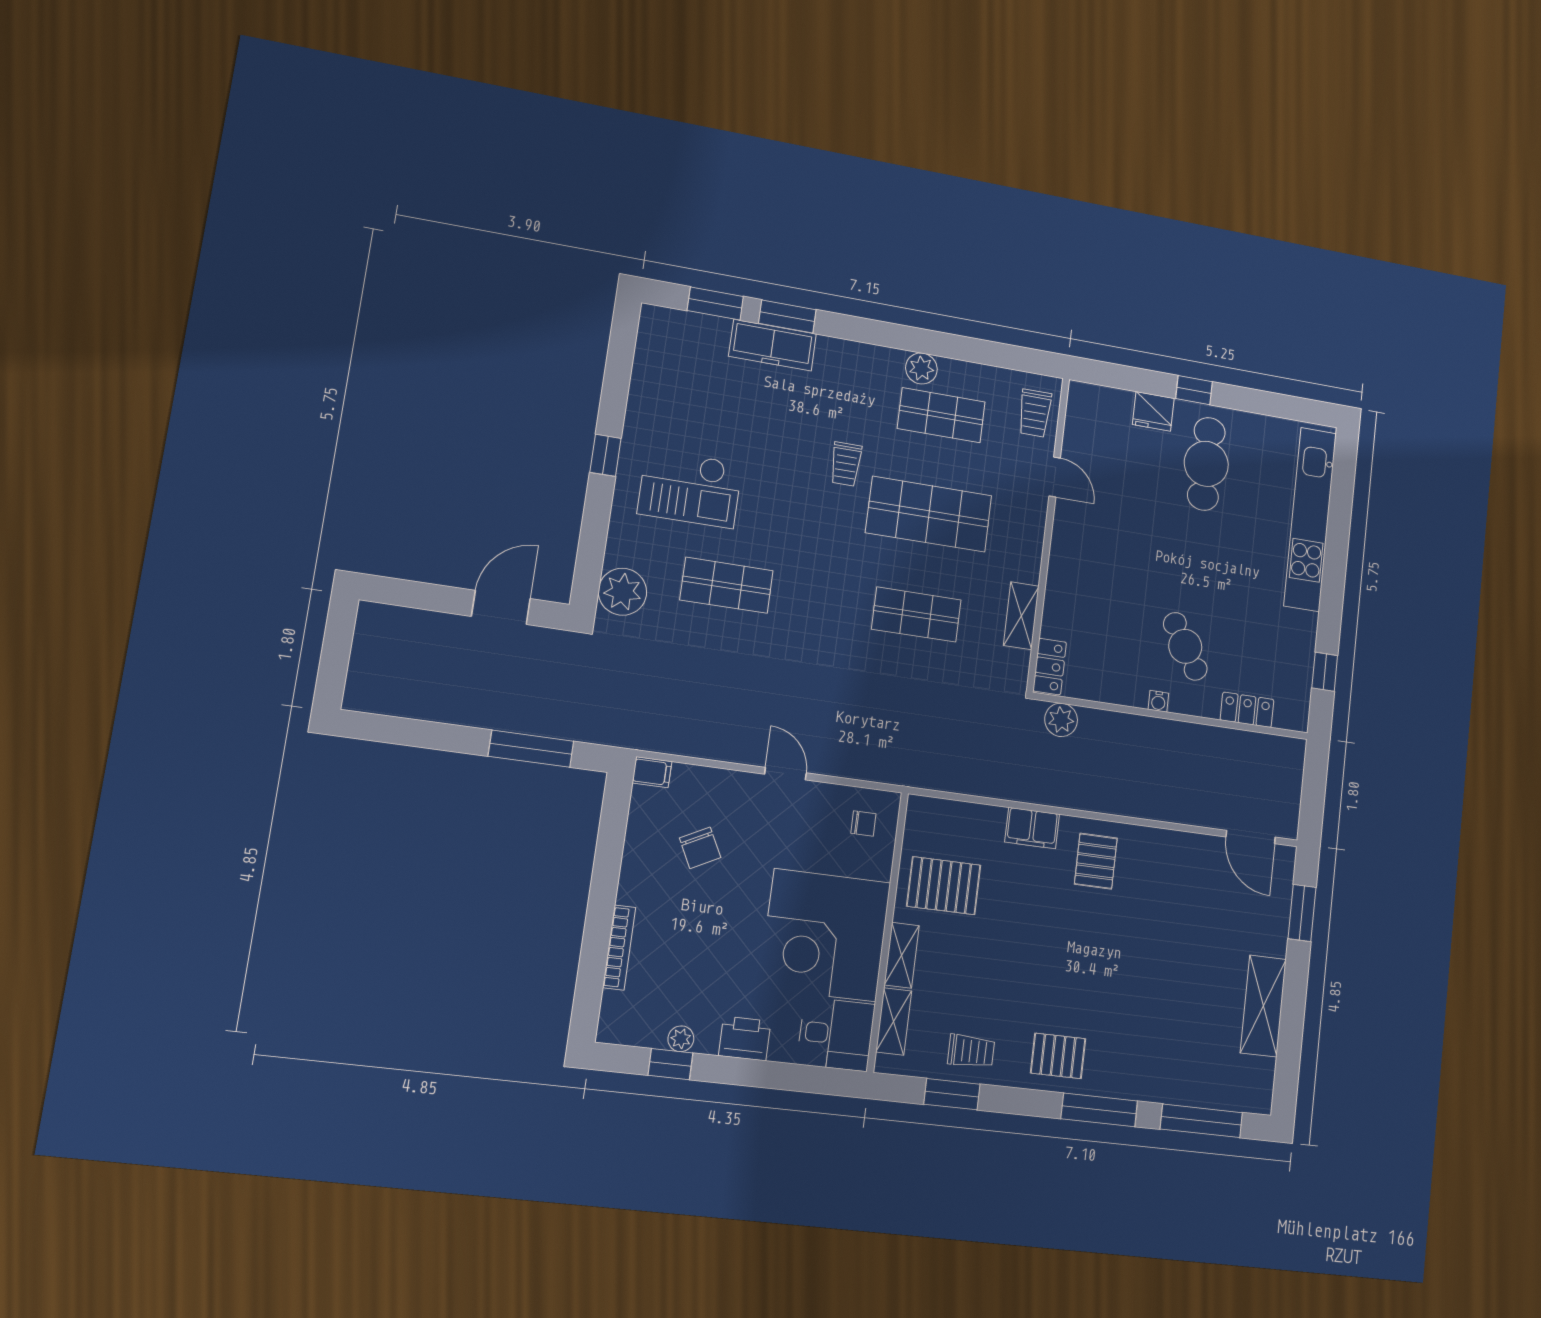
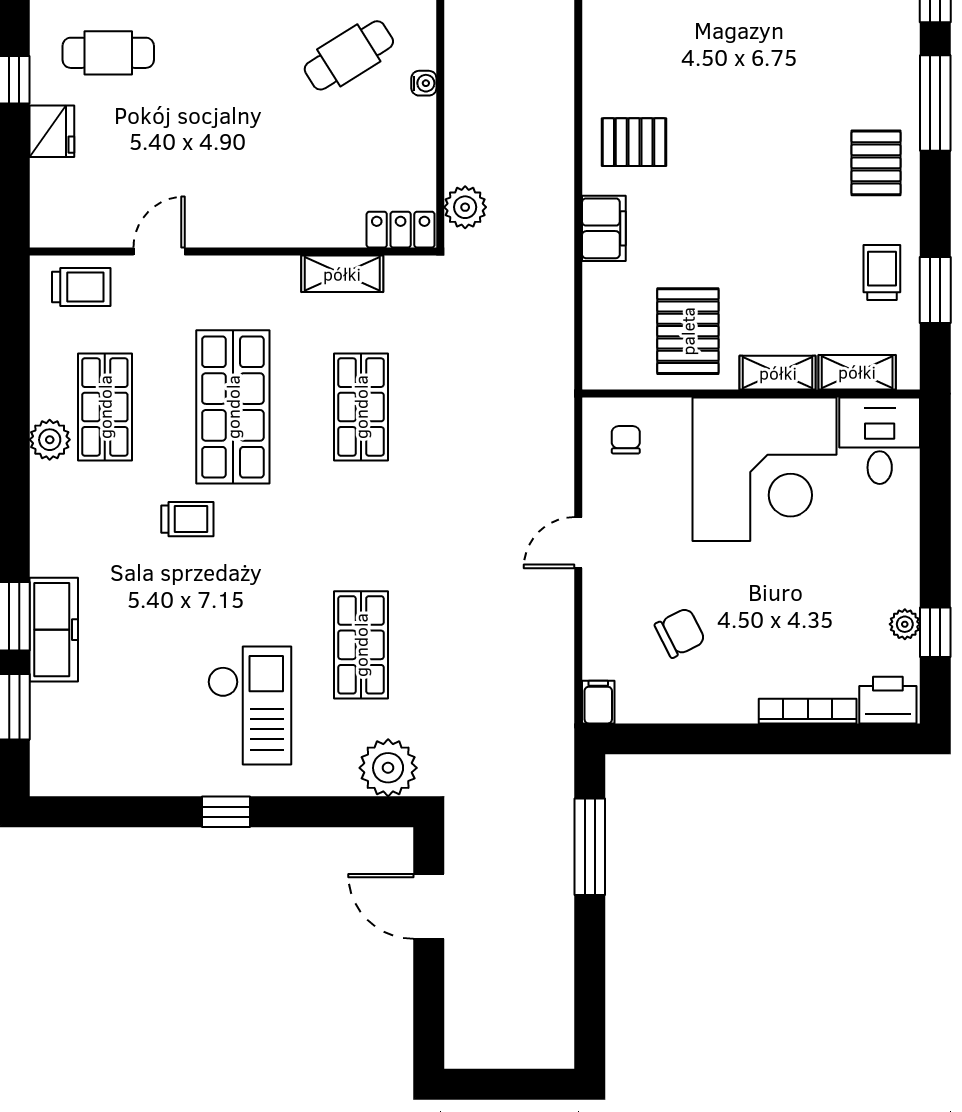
cafe table: (1206, 464) -> (108, 53), width x0.73, depth x0.74
printer: (745, 1038) -> (888, 700), moved, turned 90

